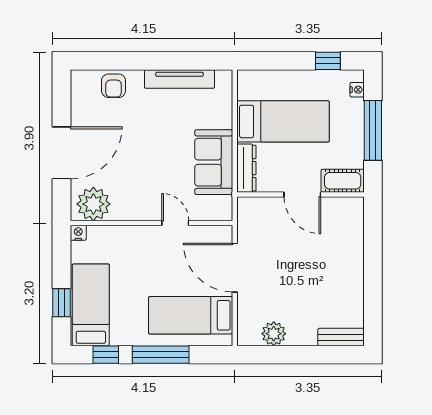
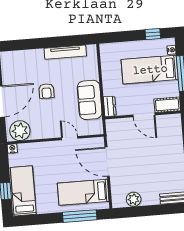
armchair: (114, 86) -> (46, 91), moved
bed: (283, 121) -> (150, 70), moved, turned 180
dresser: (246, 168) -> (110, 106), width x0.70
window: (106, 355) -> (35, 220), removed
window: (161, 355) -> (80, 216), moved

